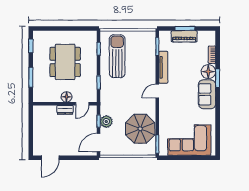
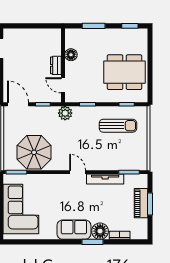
sun lounger: (117, 56) -> (118, 126), width x0.73, depth x0.75
dining table: (65, 62) -> (125, 72), moved
floor lamp: (66, 97) -> (71, 55), moved
plant: (106, 122) -> (65, 113), moved

